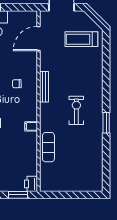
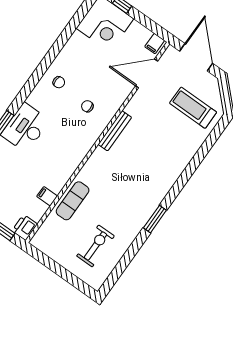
filing cabinet: (31, 17) -> (155, 44), added
exercise bike: (76, 110) -> (95, 246), moved
filing cabinet: (31, 126) -> (47, 196), moved

